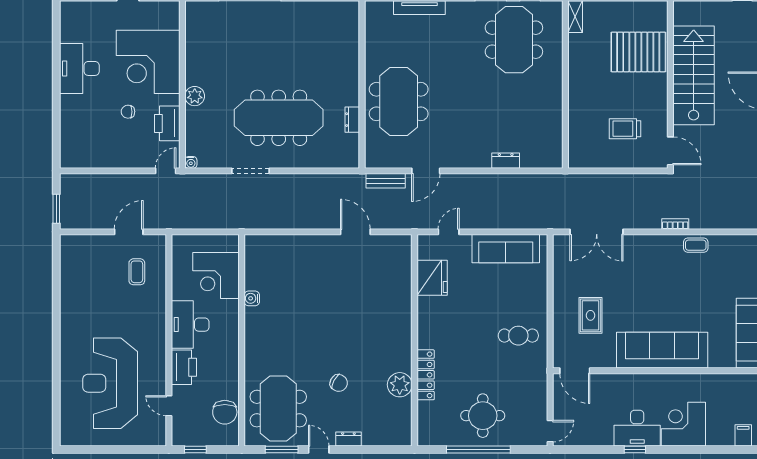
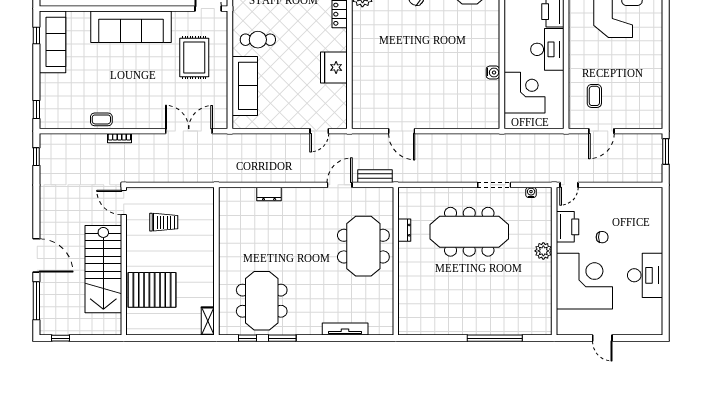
water cooler: (191, 162) -> (531, 192), moved
sofa: (506, 249) -> (245, 86), moved, turned 90
fridge: (432, 278) -> (334, 67), moved
rug: (590, 315) -> (194, 57), width x1.36, depth x1.43

